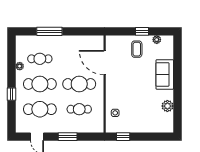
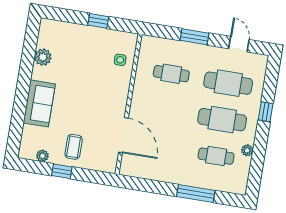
cafe table: (79, 84) -> (165, 110), removed
window: (123, 137) -> (98, 21), moved

